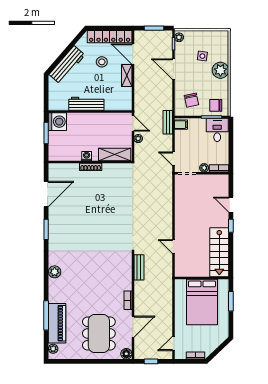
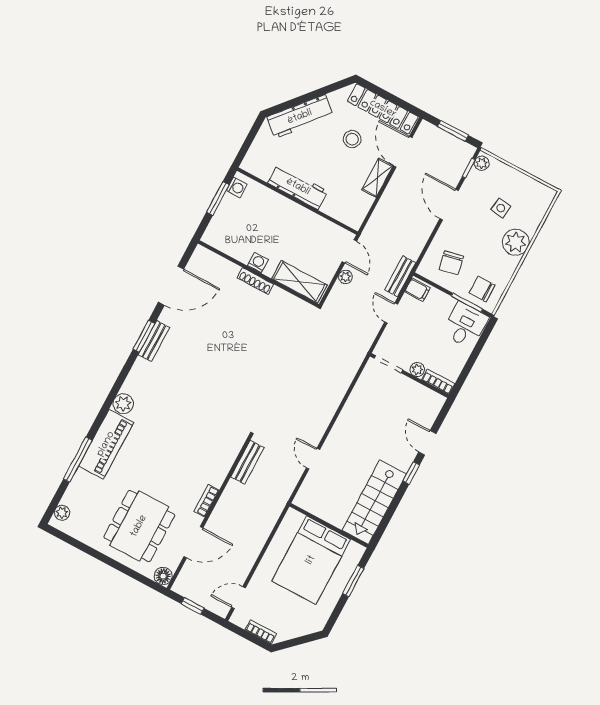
washing machine: (57, 122) -> (237, 187), width x0.53, depth x0.53
door: (173, 159) -> (391, 313), moved
bench: (53, 229) -> (154, 341), added
piano: (57, 323) -> (106, 444), moved

